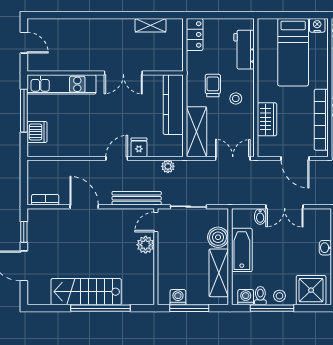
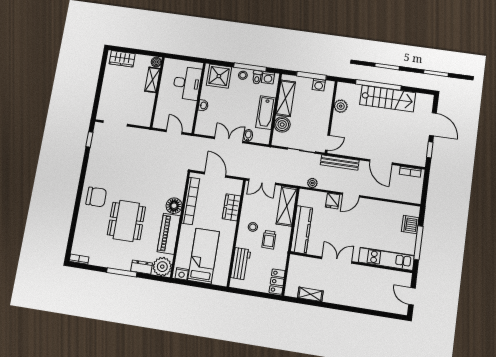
plant: (146, 245) -> (341, 106), moved

